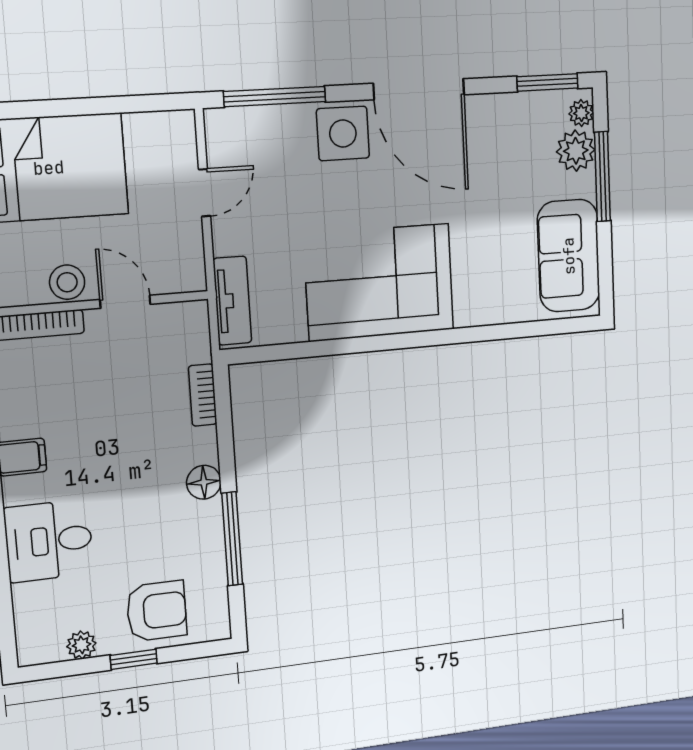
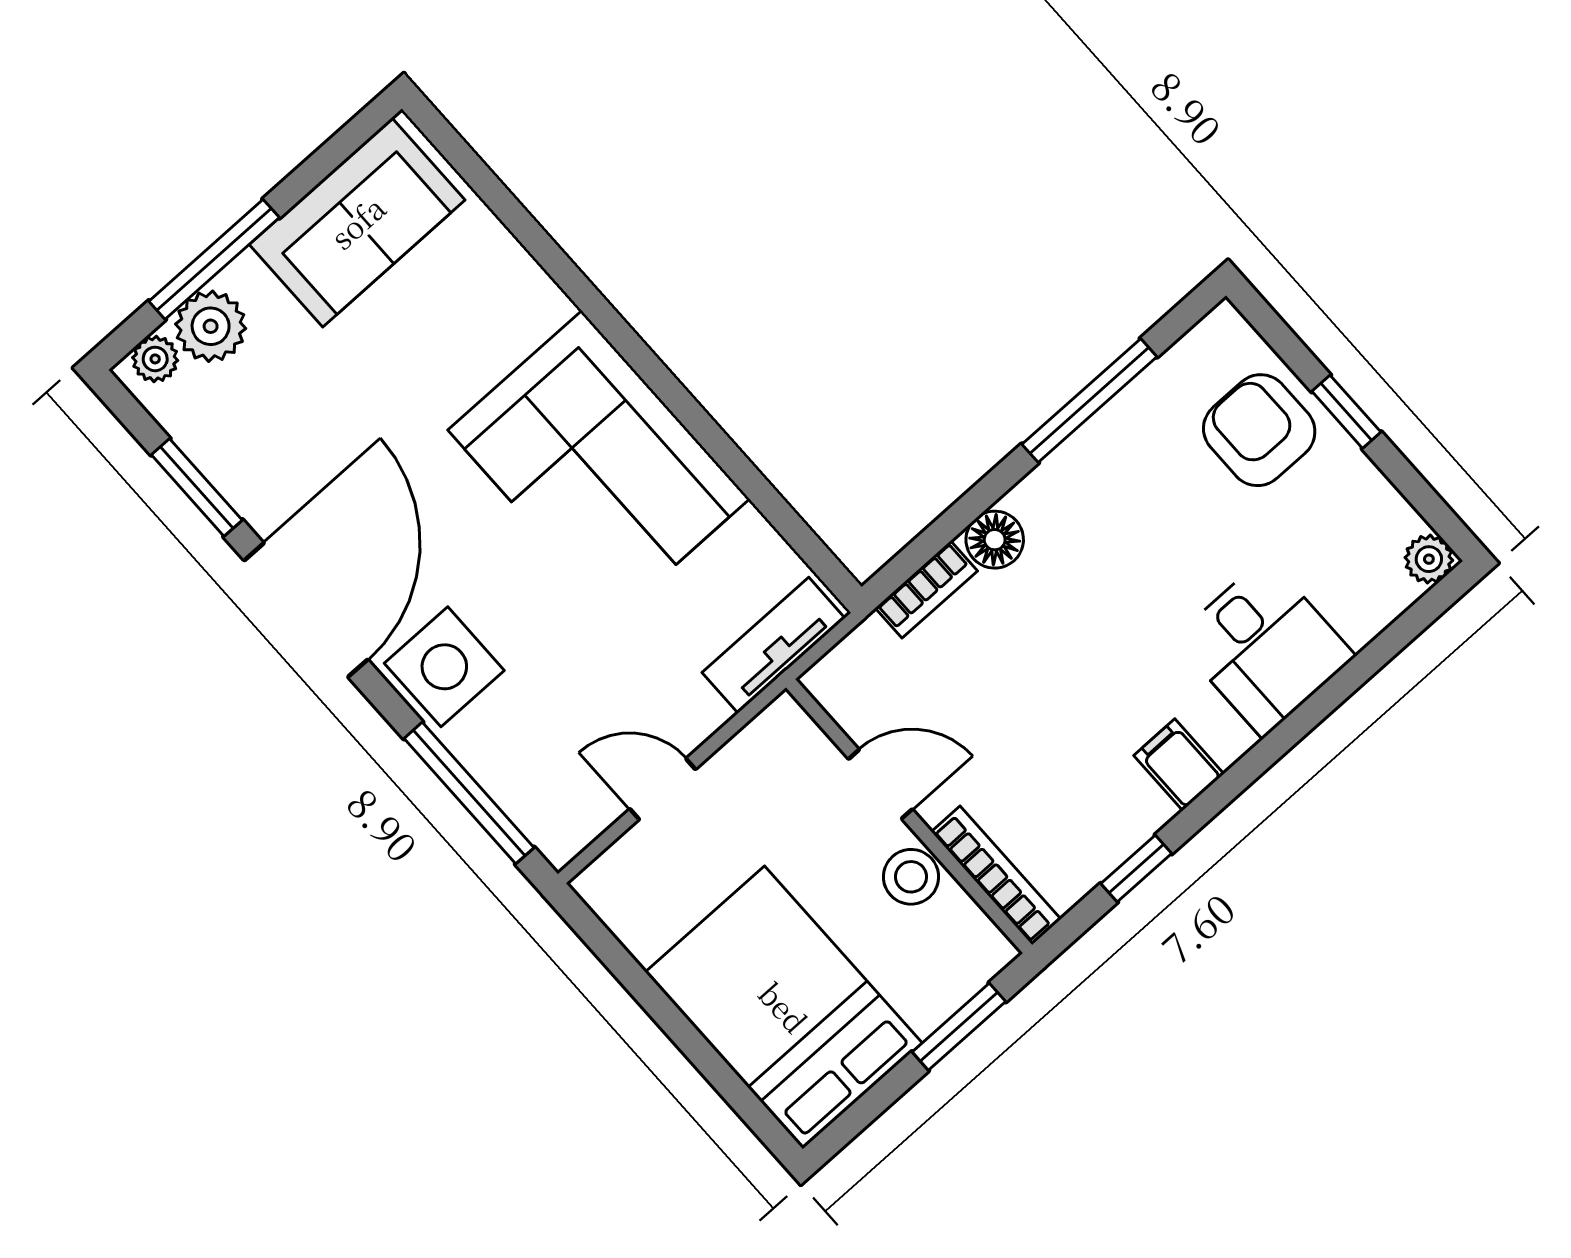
window: (548, 82) -> (197, 487), moved
door: (125, 302) -> (880, 784), swing flipped
floor lamp: (204, 482) -> (995, 540), moved
plant: (82, 645) -> (1429, 559), moved

